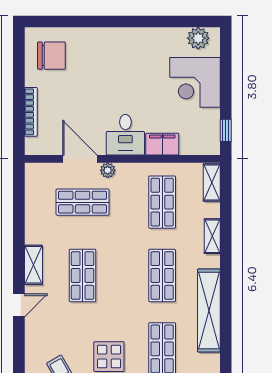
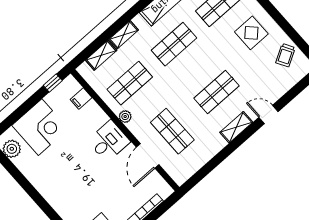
filing cabinet: (162, 144) -> (81, 99), moved, width x0.50
plant: (108, 170) -> (125, 117), moved
shelving: (212, 182) -> (101, 55), moved

